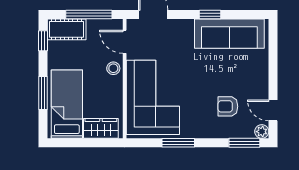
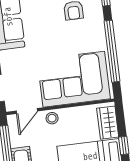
window: (74, 143) -> (124, 146), added
window: (178, 143) -> (112, 51), width x2.11

